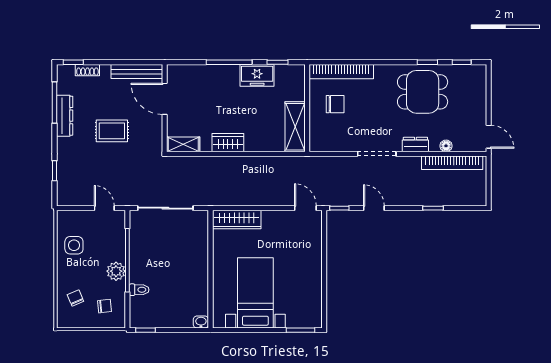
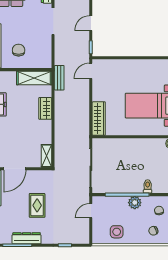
wardrobe: (228, 143) -> (45, 108), moved
bench: (295, 163) -> (59, 78), added

